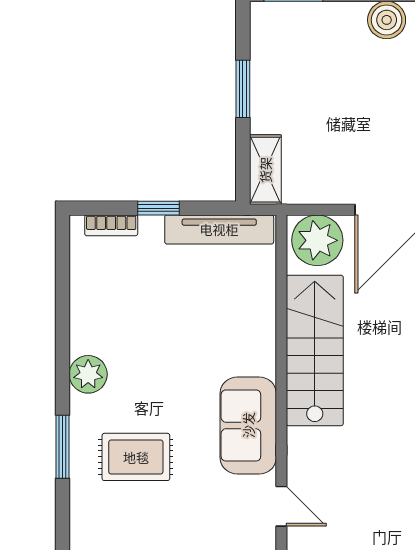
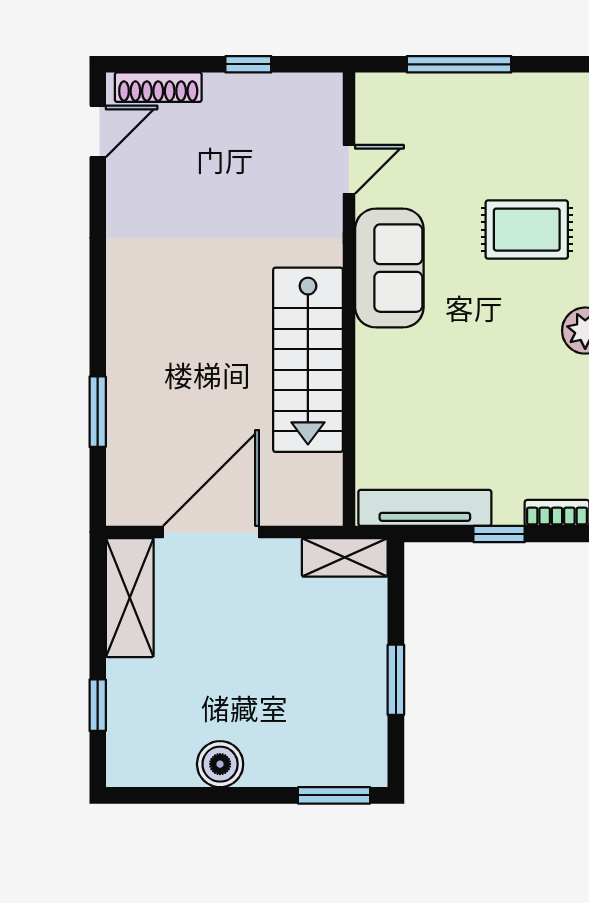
shelving: (265, 170) -> (345, 557), moved, turned 90
plant: (317, 240) -> (305, 495), removed
door: (281, 506) -> (349, 169), swing flipped

